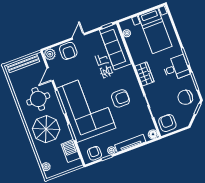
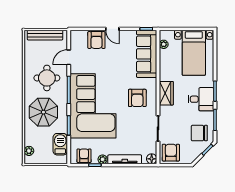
door: (78, 36) -> (112, 29), swing flipped
plant: (50, 54) -> (76, 36), removed
armchair: (120, 98) -> (137, 98), moved, turned 90

